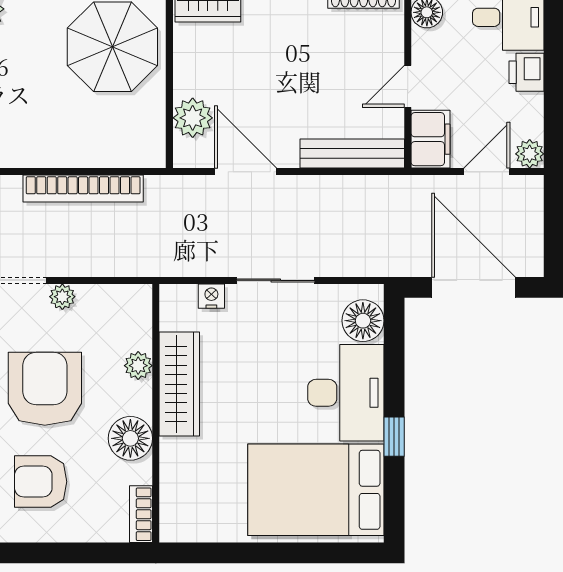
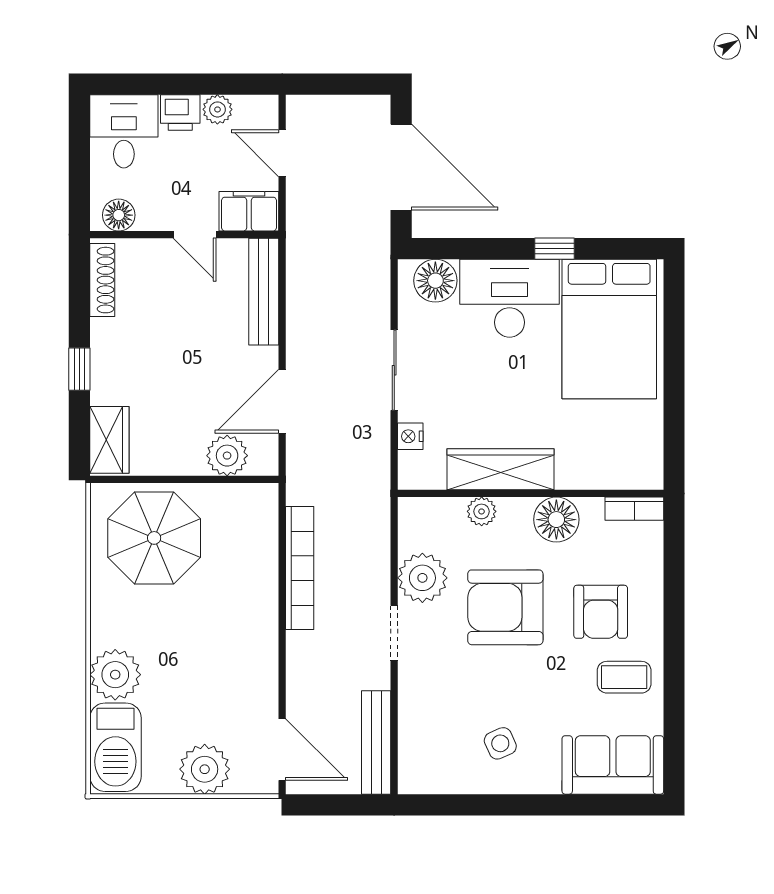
plant: (530, 154) -> (217, 109), moved
door: (473, 287) -> (401, 167), swing flipped
plant: (62, 297) -> (422, 578), width x1.88, depth x1.88

